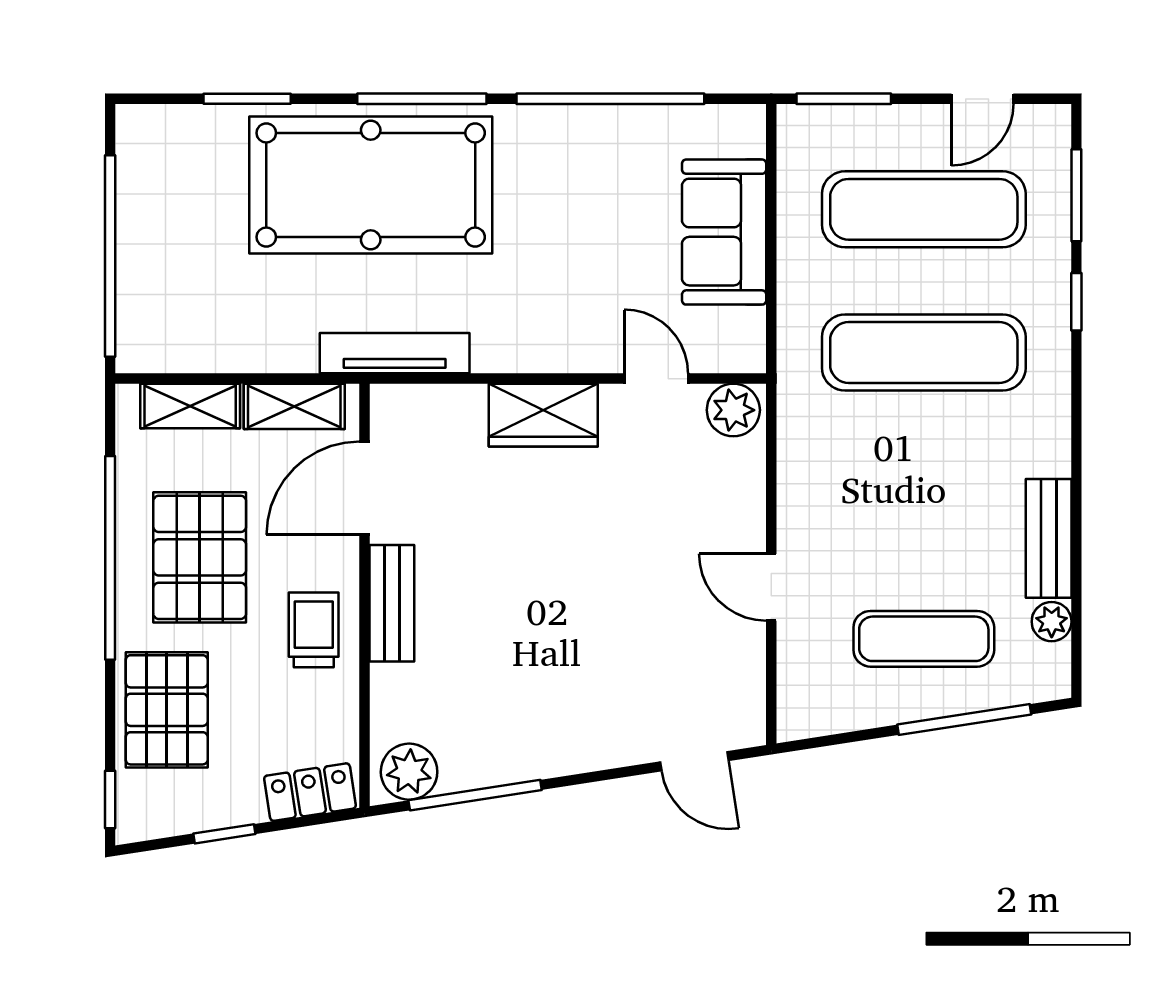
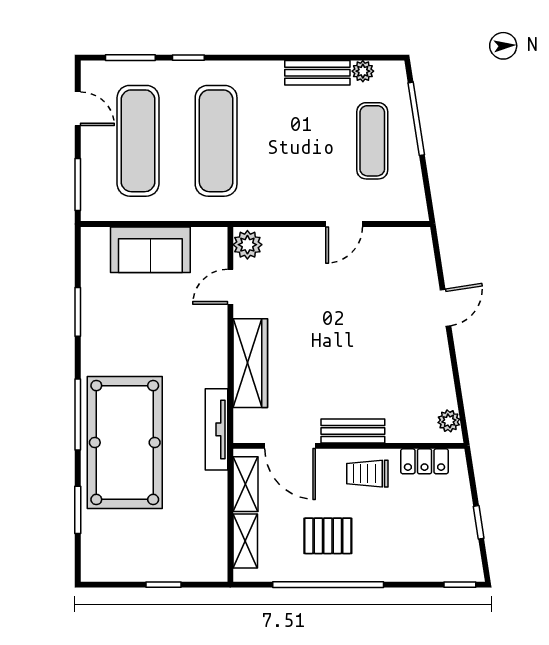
window: (610, 99) -> (78, 312), width x0.47
window: (110, 256) -> (163, 585), width x0.32
wardrobe: (543, 415) -> (250, 363), width x1.50
pallet: (200, 557) -> (328, 536), width x0.67, depth x0.71
pallet: (167, 710) -> (411, 554), removed
door: (694, 761) -> (445, 308), moved
plant: (409, 772) -> (449, 421), width x0.73, depth x0.73
locker: (310, 792) -> (424, 461), moved, turned -81
window: (475, 795) -> (457, 386), removed

